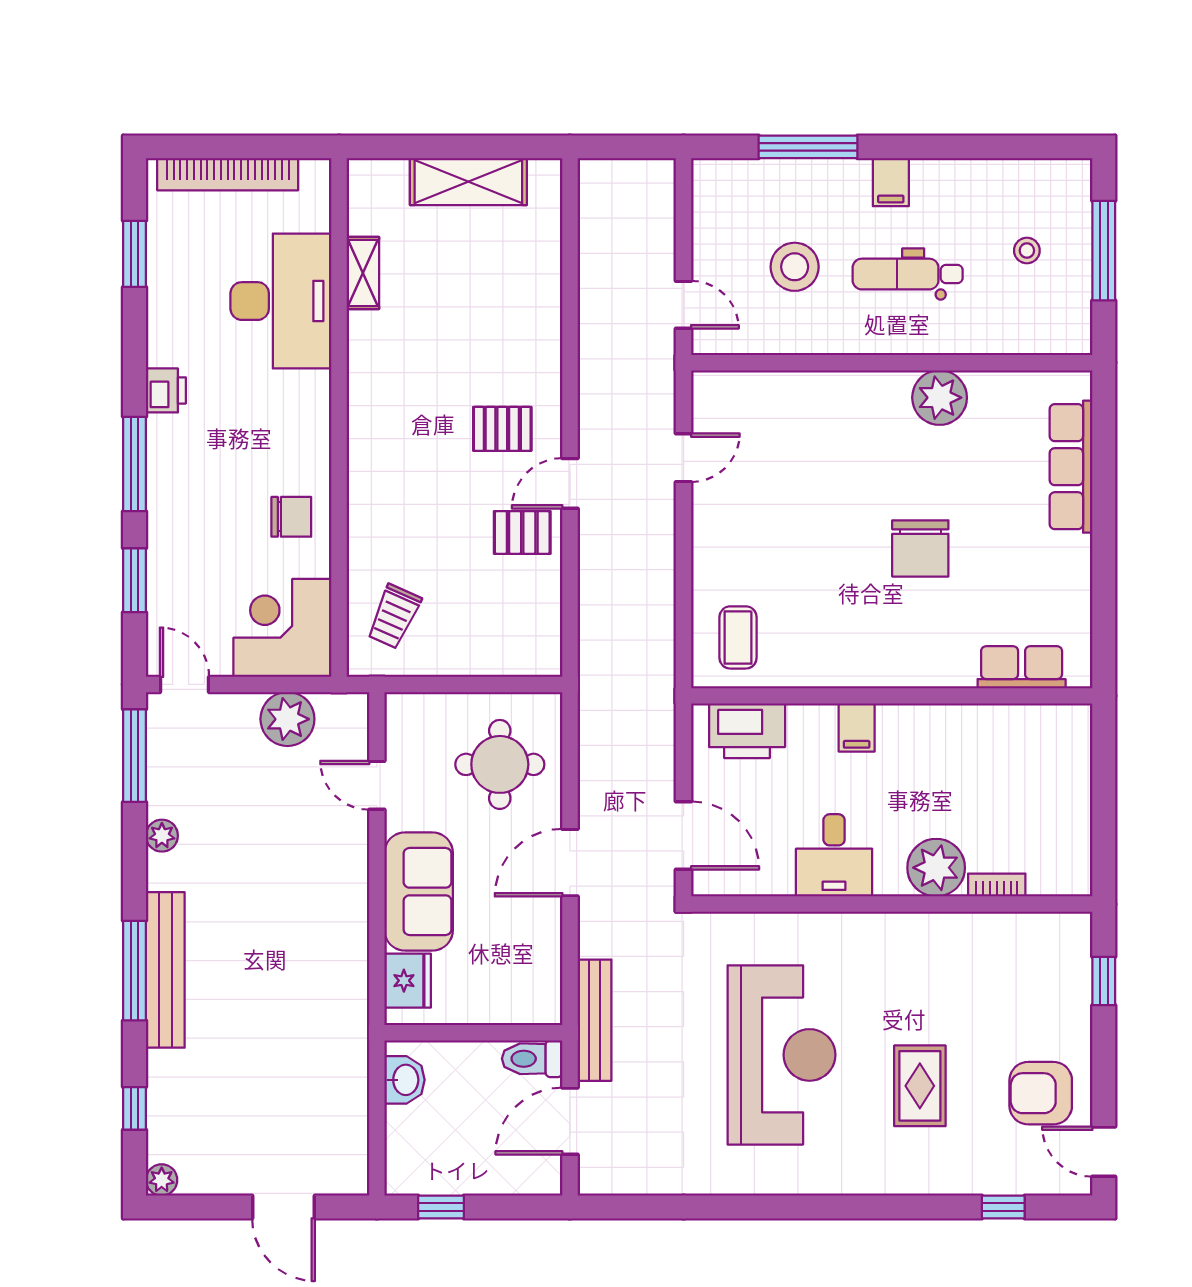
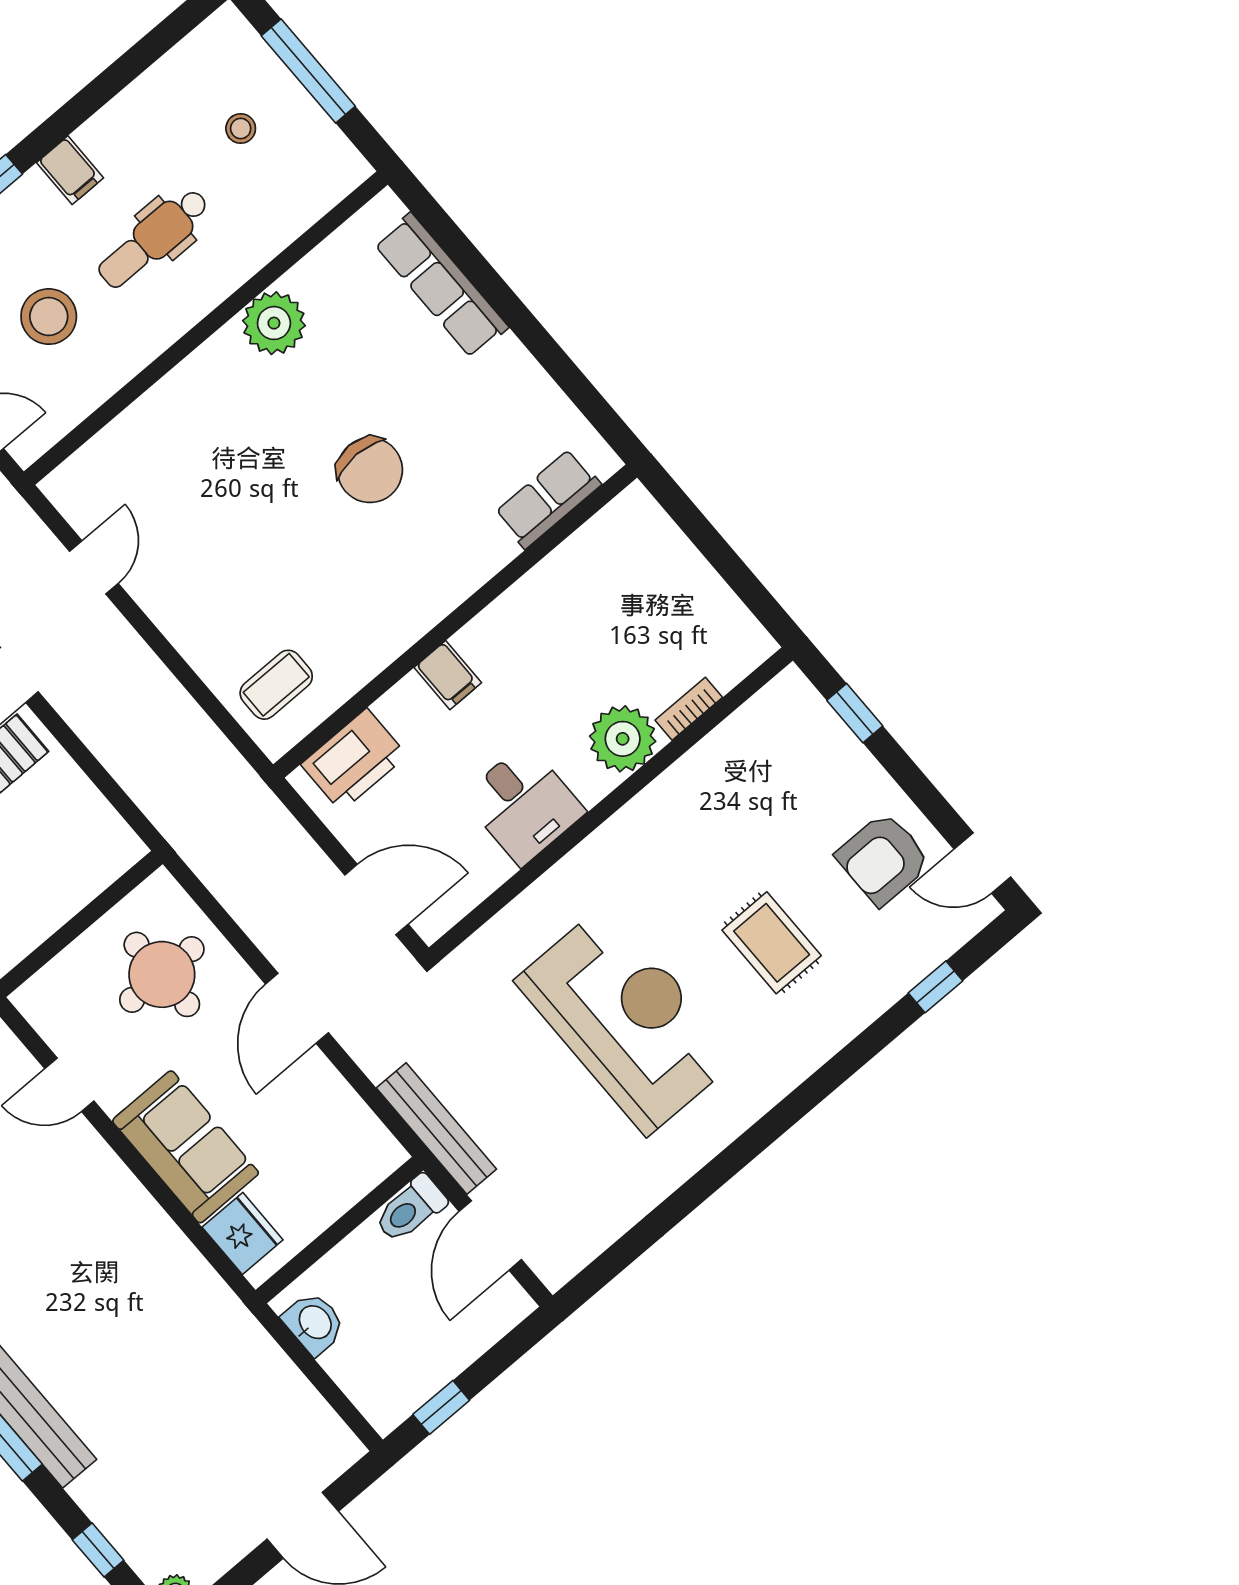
coffee table: (738, 637) -> (276, 685), turned 90

